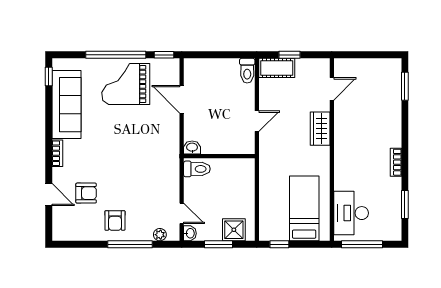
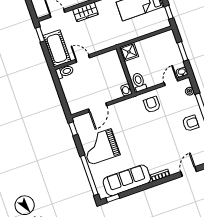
window: (116, 55) -> (89, 175), moved
window: (290, 55) -> (40, 34), moved
cot: (277, 68) -> (57, 48), width x1.37, depth x1.34
grand piano: (126, 84) -> (100, 147), turned 90
door: (257, 121) -> (83, 59), moved
armchair: (86, 193) -> (152, 105), moved
shower: (234, 230) -> (129, 52), moved

